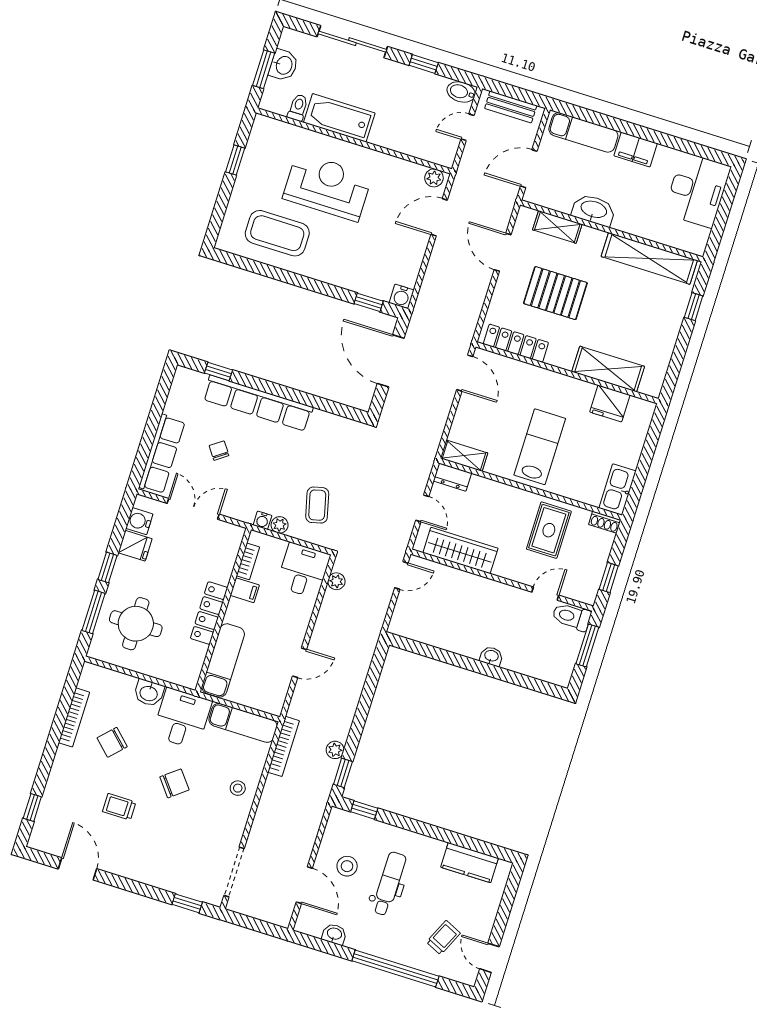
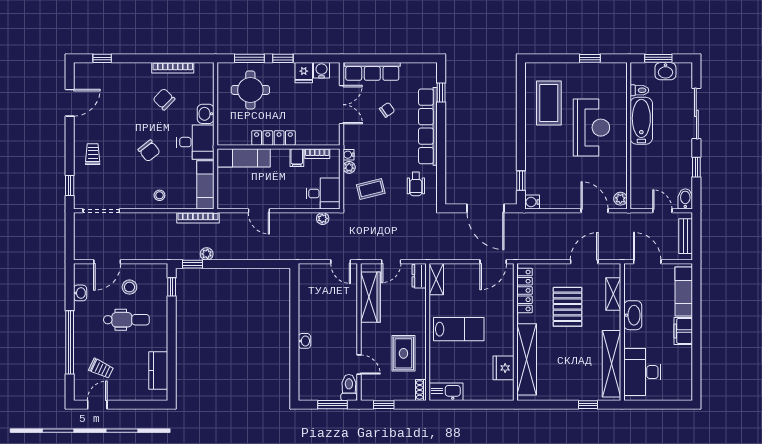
desk: (697, 190) -> (642, 372), moved, turned 90
door: (391, 361) -> (486, 208), swing flipped
shelving: (608, 369) -> (527, 359), width x1.47
wheelchair: (329, 443) -> (416, 184), added
rug: (549, 530) -> (403, 353), turned 90
trolley: (119, 807) -> (93, 154), moved

